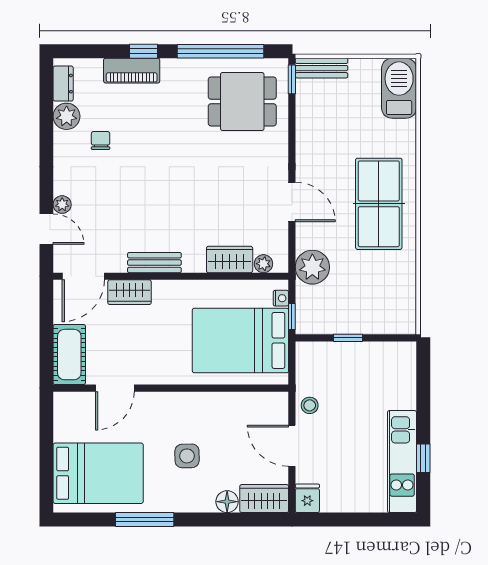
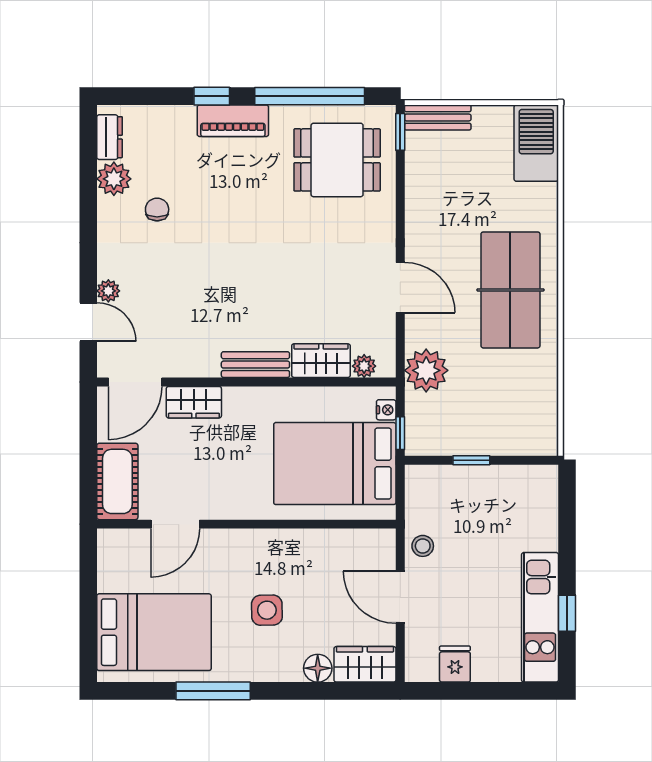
piano: (132, 71) -> (233, 121), moved
bench: (154, 263) -> (255, 365), moved
fridge: (307, 498) -> (455, 664), moved

